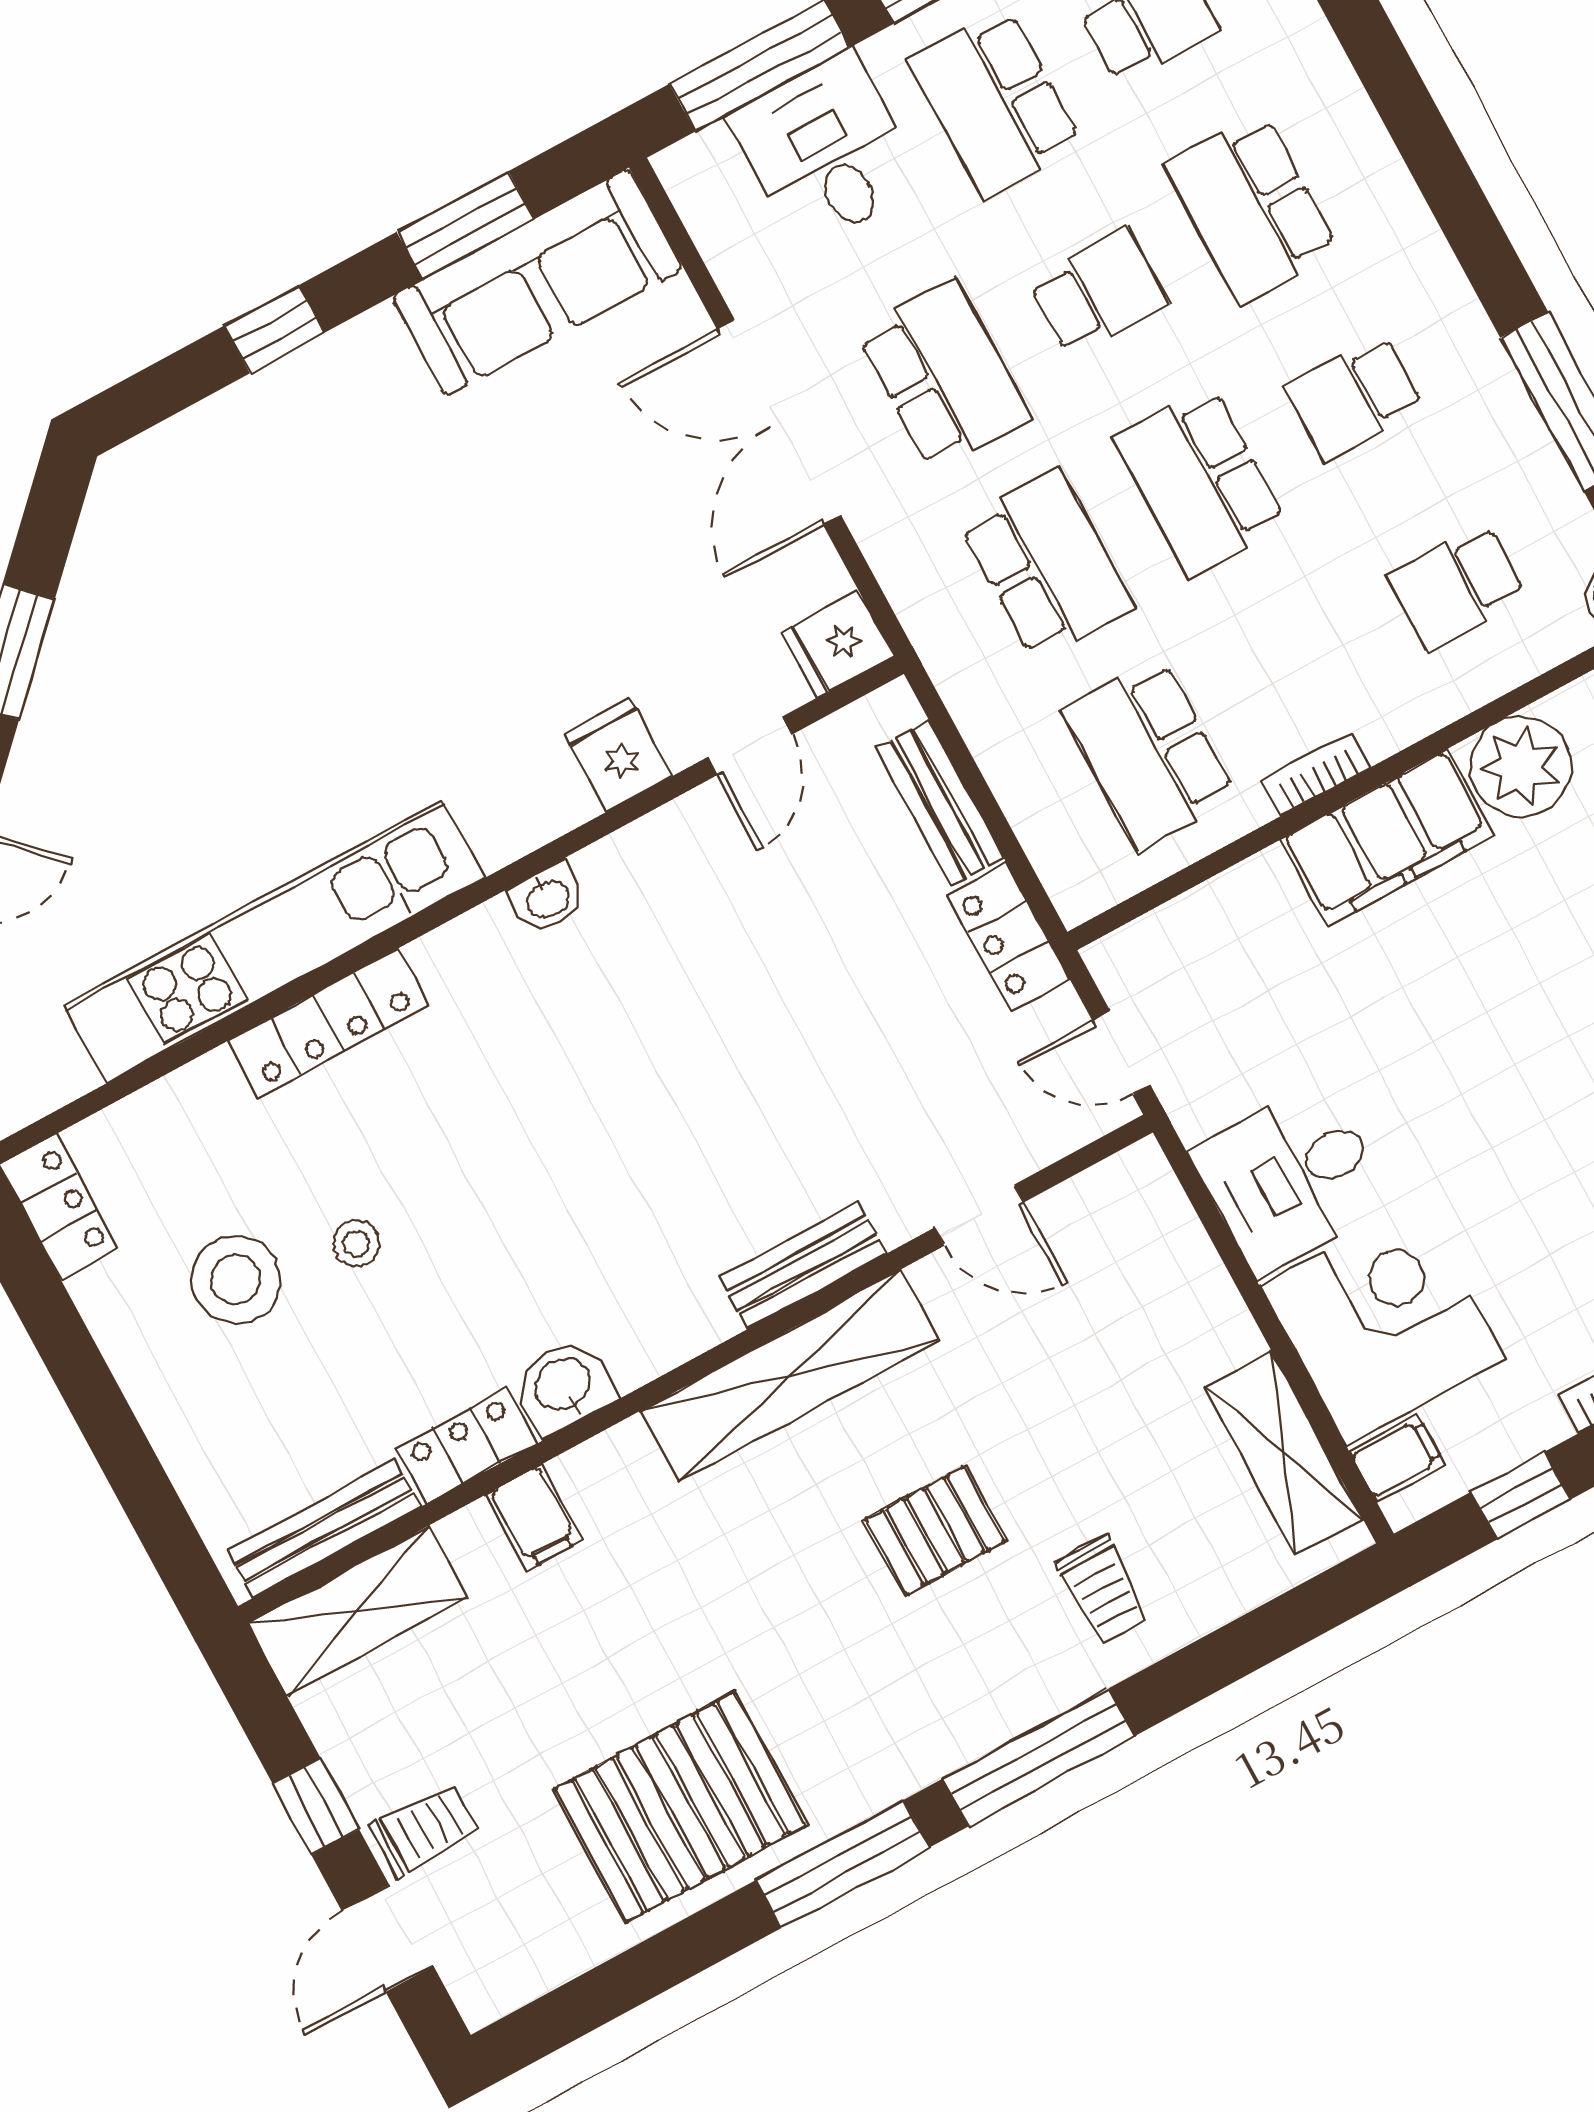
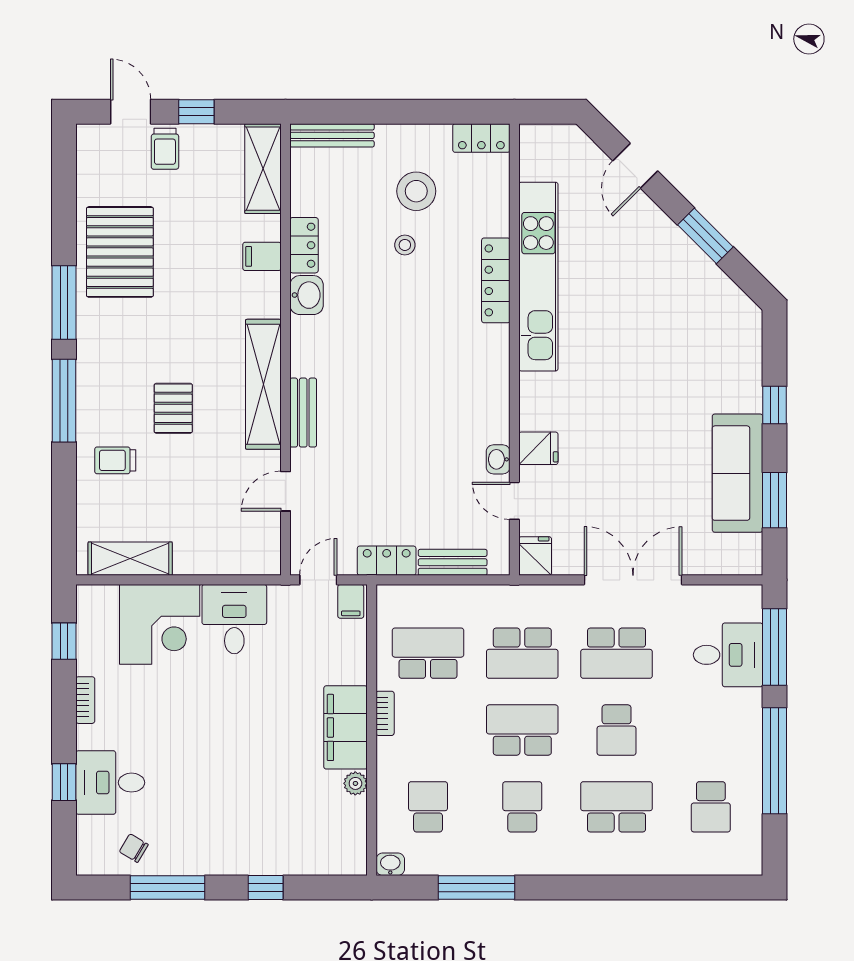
school desk: (995, 103) -> (711, 730), removed
sofa: (537, 283) -> (737, 473), moved
plant: (1521, 766) -> (355, 783), width x0.53, depth x0.53
washbasin: (547, 898) -> (498, 459), moved
filing cabinet: (1397, 1458) -> (351, 601), moved
bench: (324, 1529) -> (332, 135), moved, turned 90

